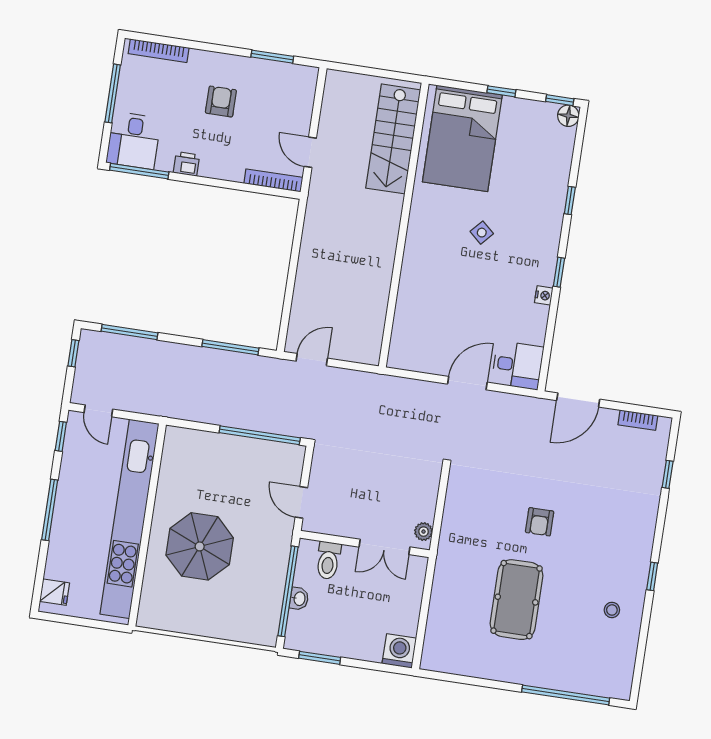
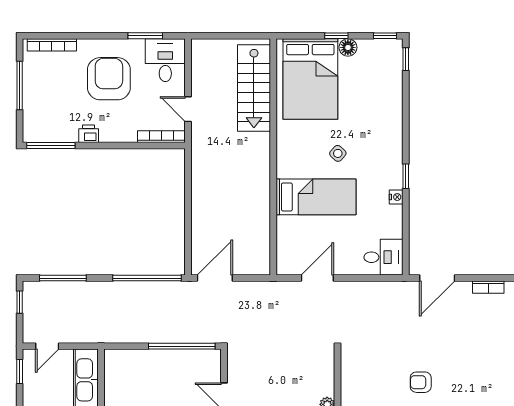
armchair: (221, 101) -> (109, 79), width x1.88, depth x1.88
floor lamp: (568, 116) -> (348, 47), moved
desk: (134, 140) -> (165, 60), moved, turned 180
window: (570, 200) -> (406, 59), moved
bed: (448, 281) -> (316, 197), added
window: (230, 347) -> (147, 278), width x1.46
door: (312, 360) -> (215, 278), width x1.38
door: (467, 383) -> (317, 278), moved
door: (98, 411) -> (47, 346), hinge flipped
armchair: (540, 522) -> (421, 382), turned 90

